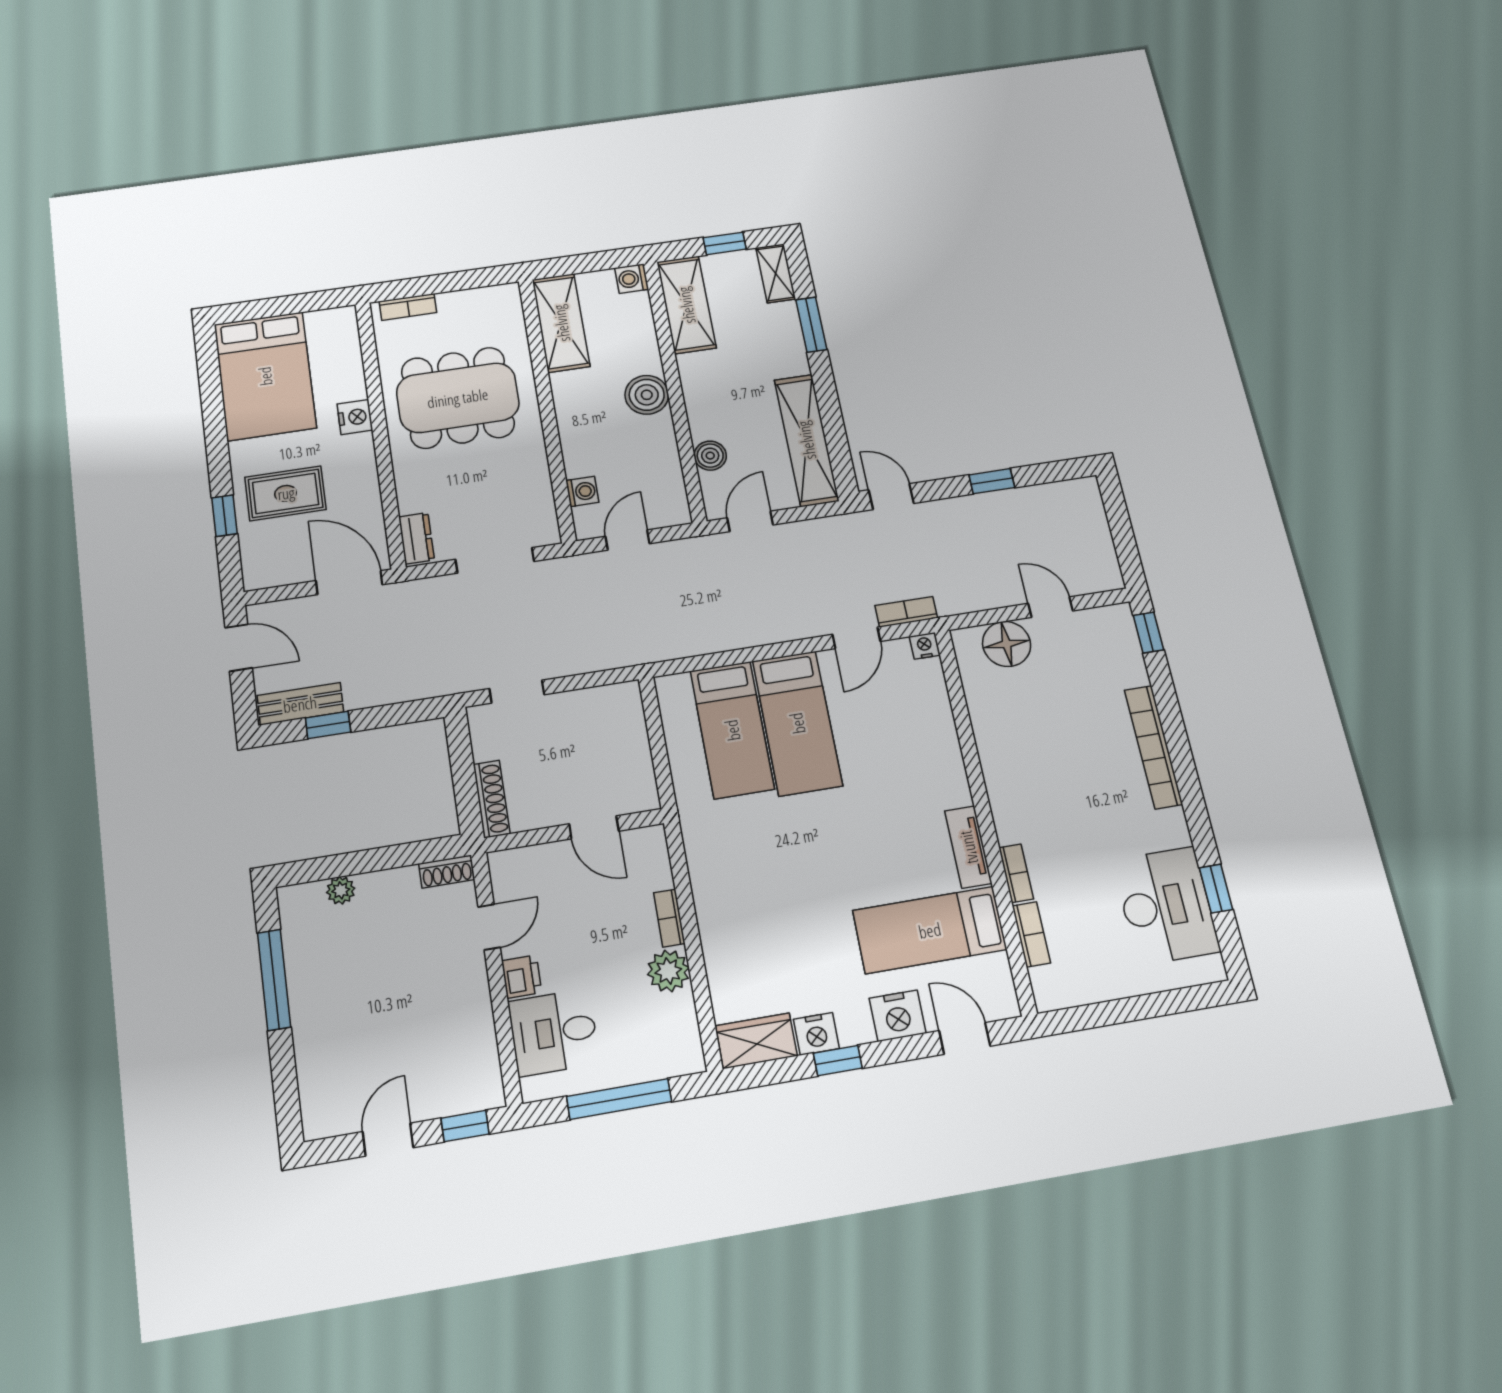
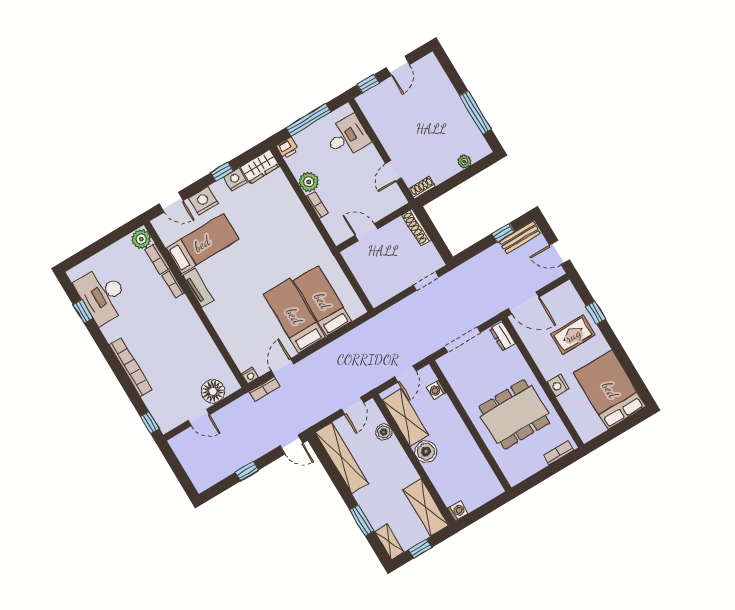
shelving: (561, 323) -> (405, 418), moved
printer: (522, 977) -> (287, 148), moved, turned -90
plant: (1052, 987) -> (141, 239), added

